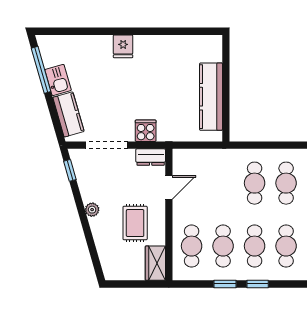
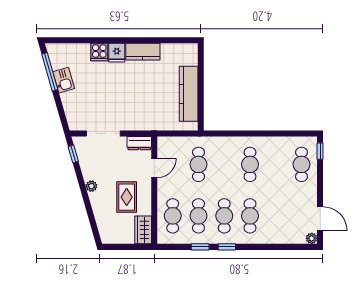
kitchen counter: (68, 114) -> (143, 52), moved, turned 106
cooker: (146, 131) -> (99, 52), moved, turned 180
cafe table: (255, 183) -> (198, 164), moved

